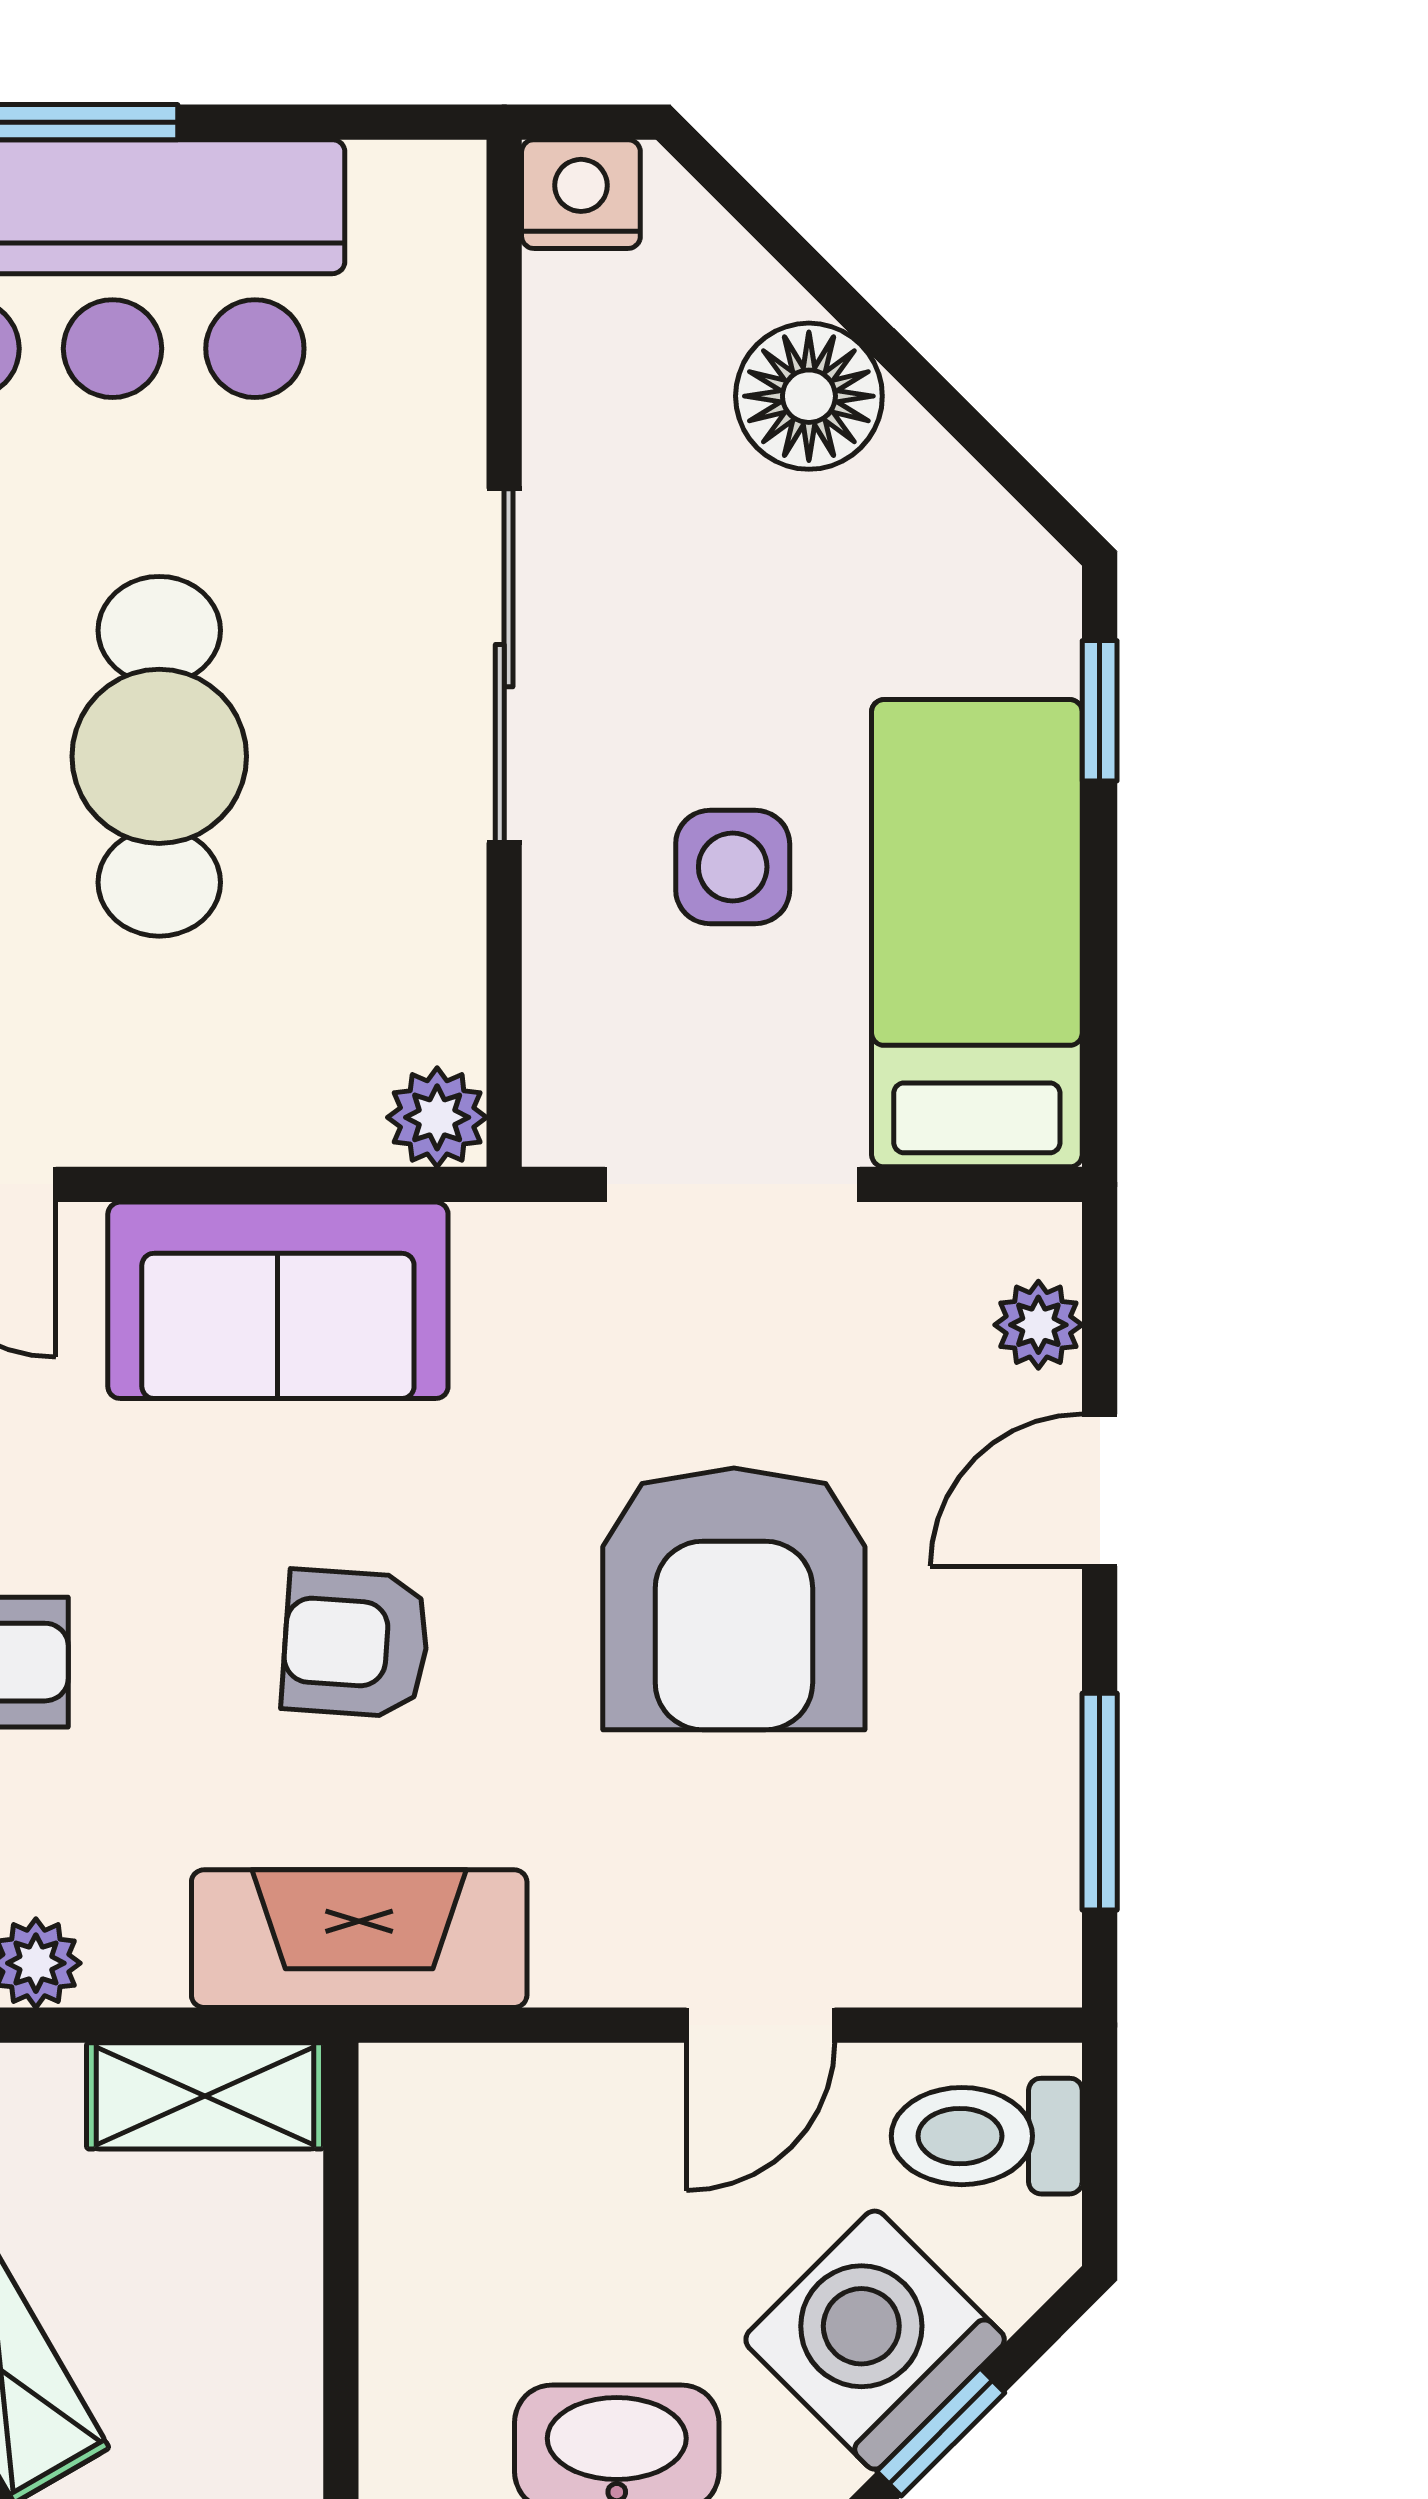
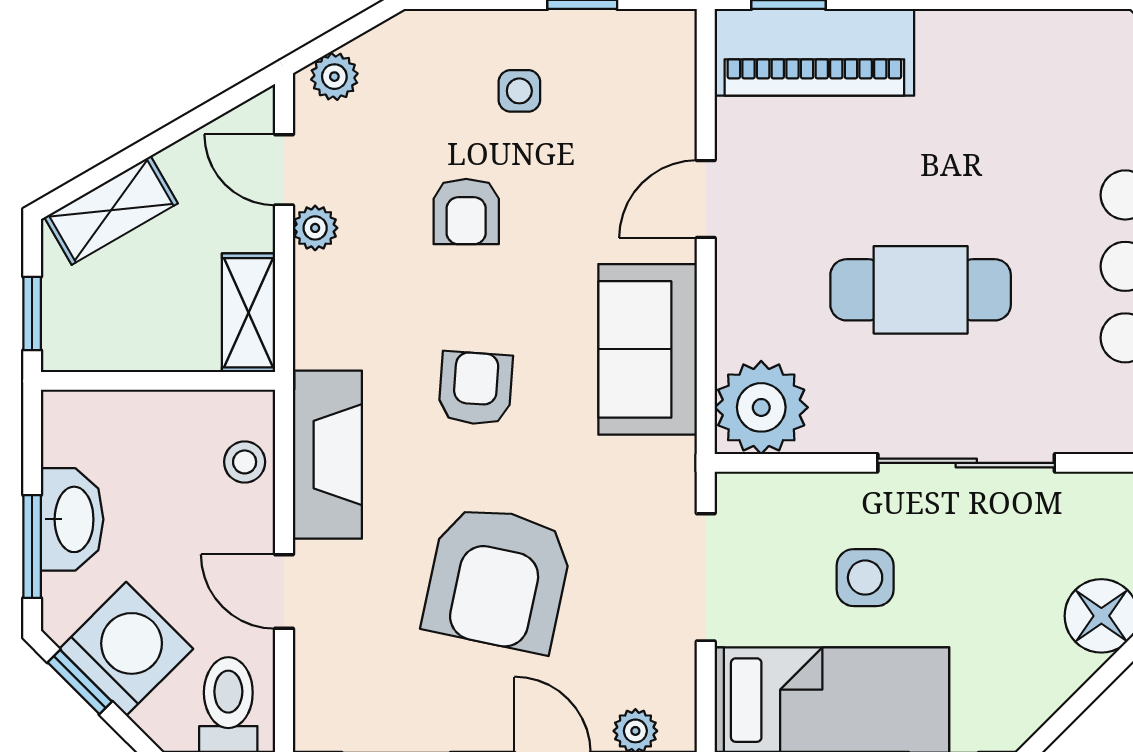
plant: (437, 1117) -> (761, 407), width x1.88, depth x1.88
armchair: (734, 1599) -> (498, 578), turned -78
fireplace: (359, 1939) -> (327, 455), moved
stool: (502, 2104) -> (245, 462), added

